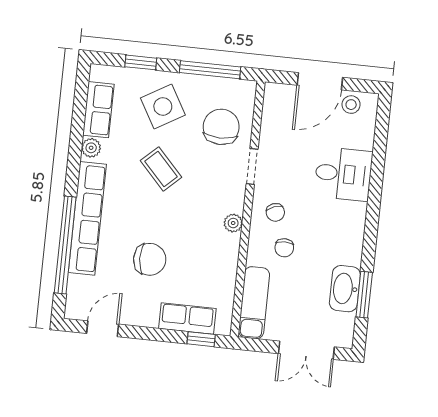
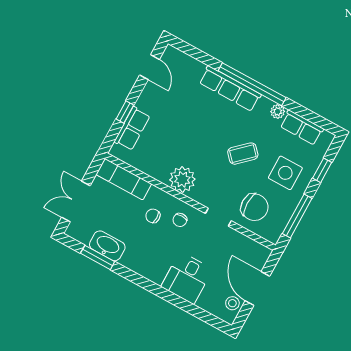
side table: (163, 107) -> (285, 173), turned 30
chair: (275, 212) -> (180, 220), turned -69
row of seats: (87, 218) -> (230, 89), width x0.73
plant: (233, 223) -> (182, 179), width x1.88, depth x1.88
window: (65, 245) -> (252, 84), moved
chair: (150, 259) -> (184, 120), removed
window: (201, 339) -> (125, 112), moved

